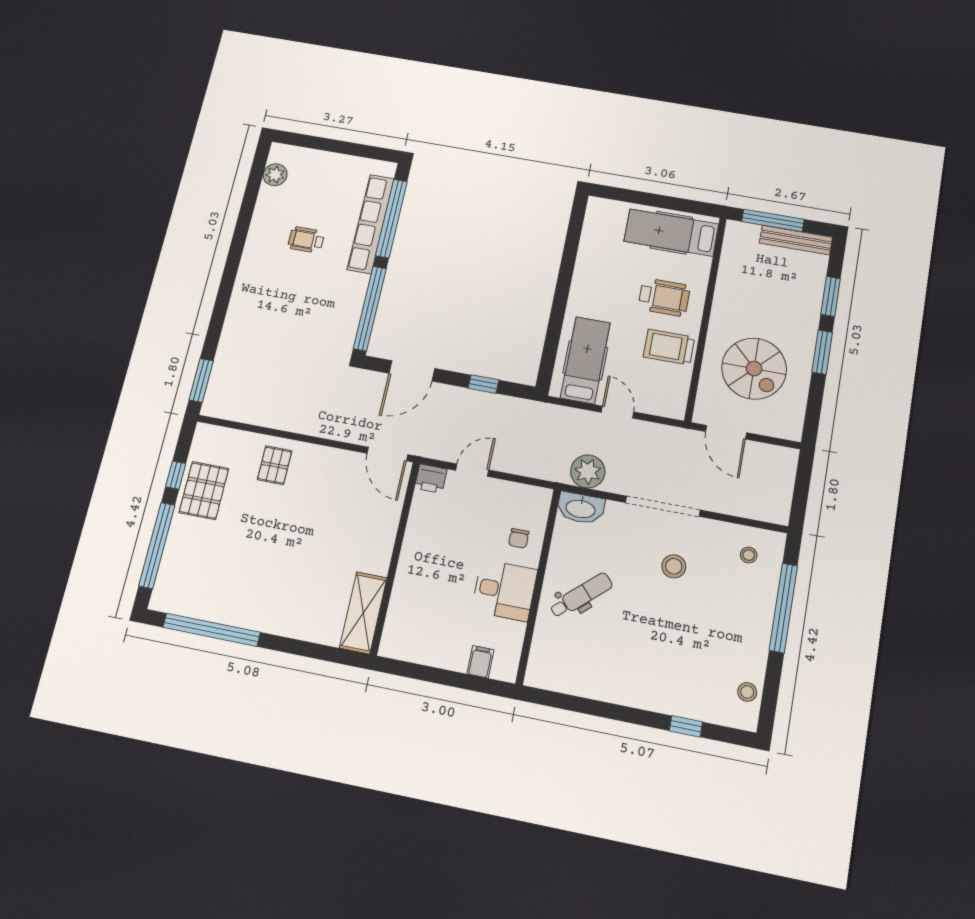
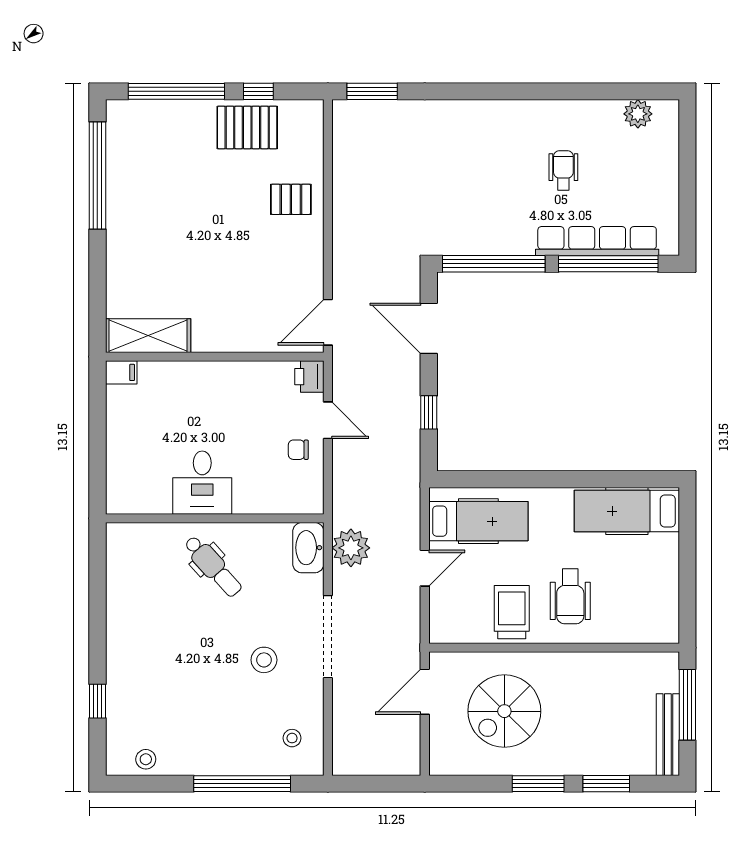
hospital bed: (671, 233) -> (627, 511), moved, turned -90
chair: (519, 538) -> (298, 450), moved
filing cabinet: (480, 662) -> (121, 372), moved

